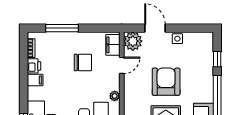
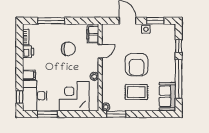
window: (189, 28) -> (155, 21), added
plant: (133, 41) -> (109, 31), removed
filing cabinet: (35, 80) -> (29, 75), moved
armchair: (166, 82) -> (137, 65), turned 180

